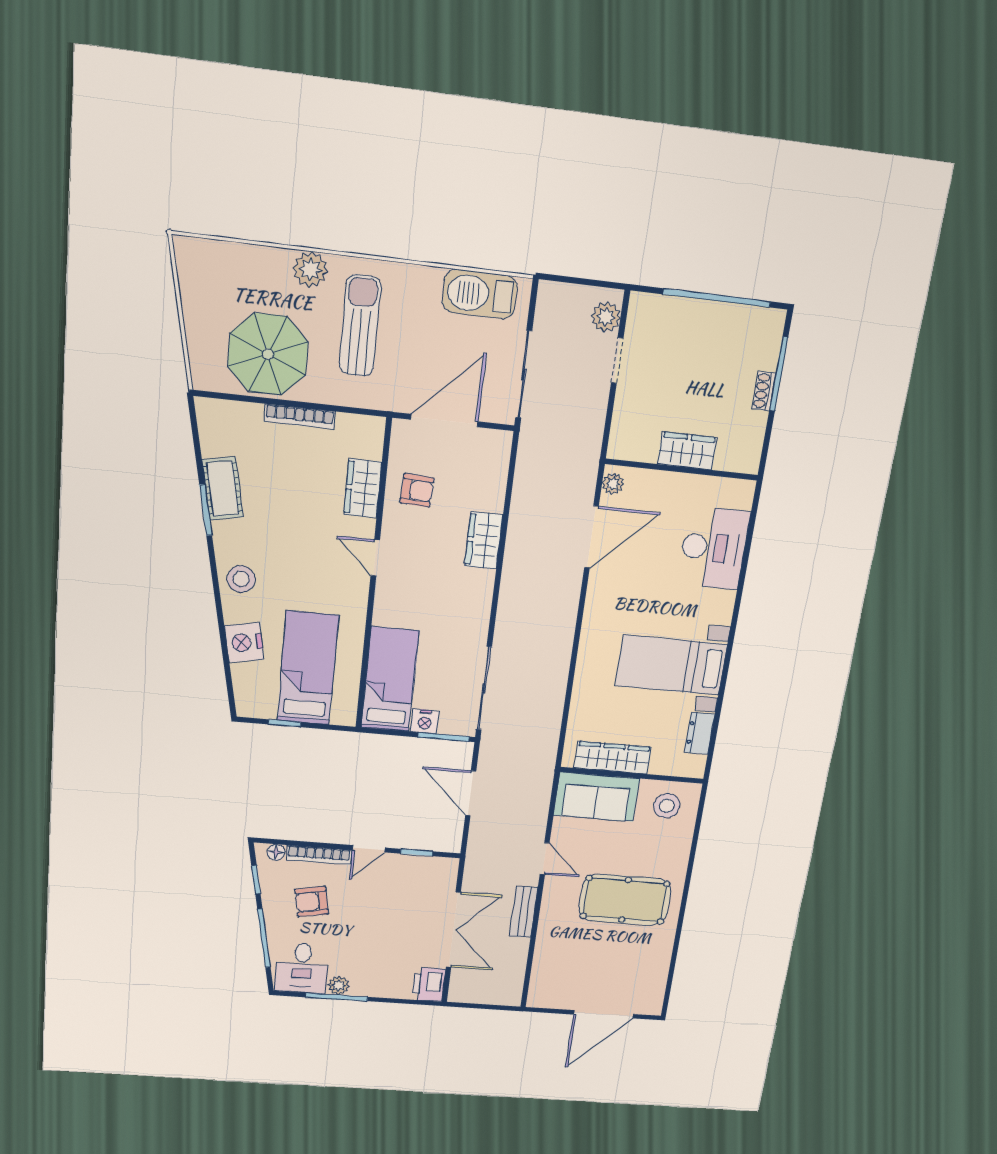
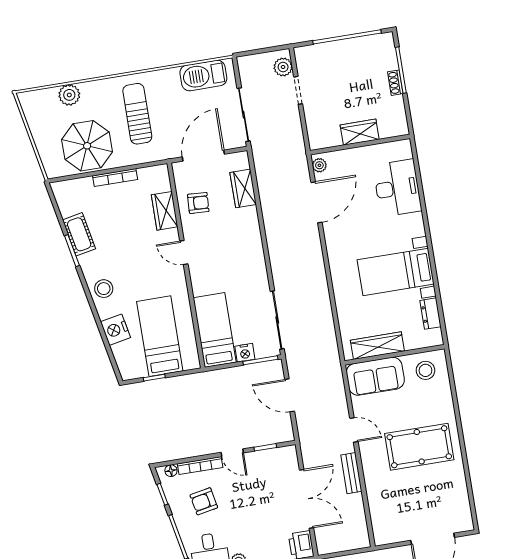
plant: (310, 269) -> (69, 95), moved
wardrobe: (484, 540) -> (243, 188), moved
door: (369, 849) -> (232, 453), hinge flipped

